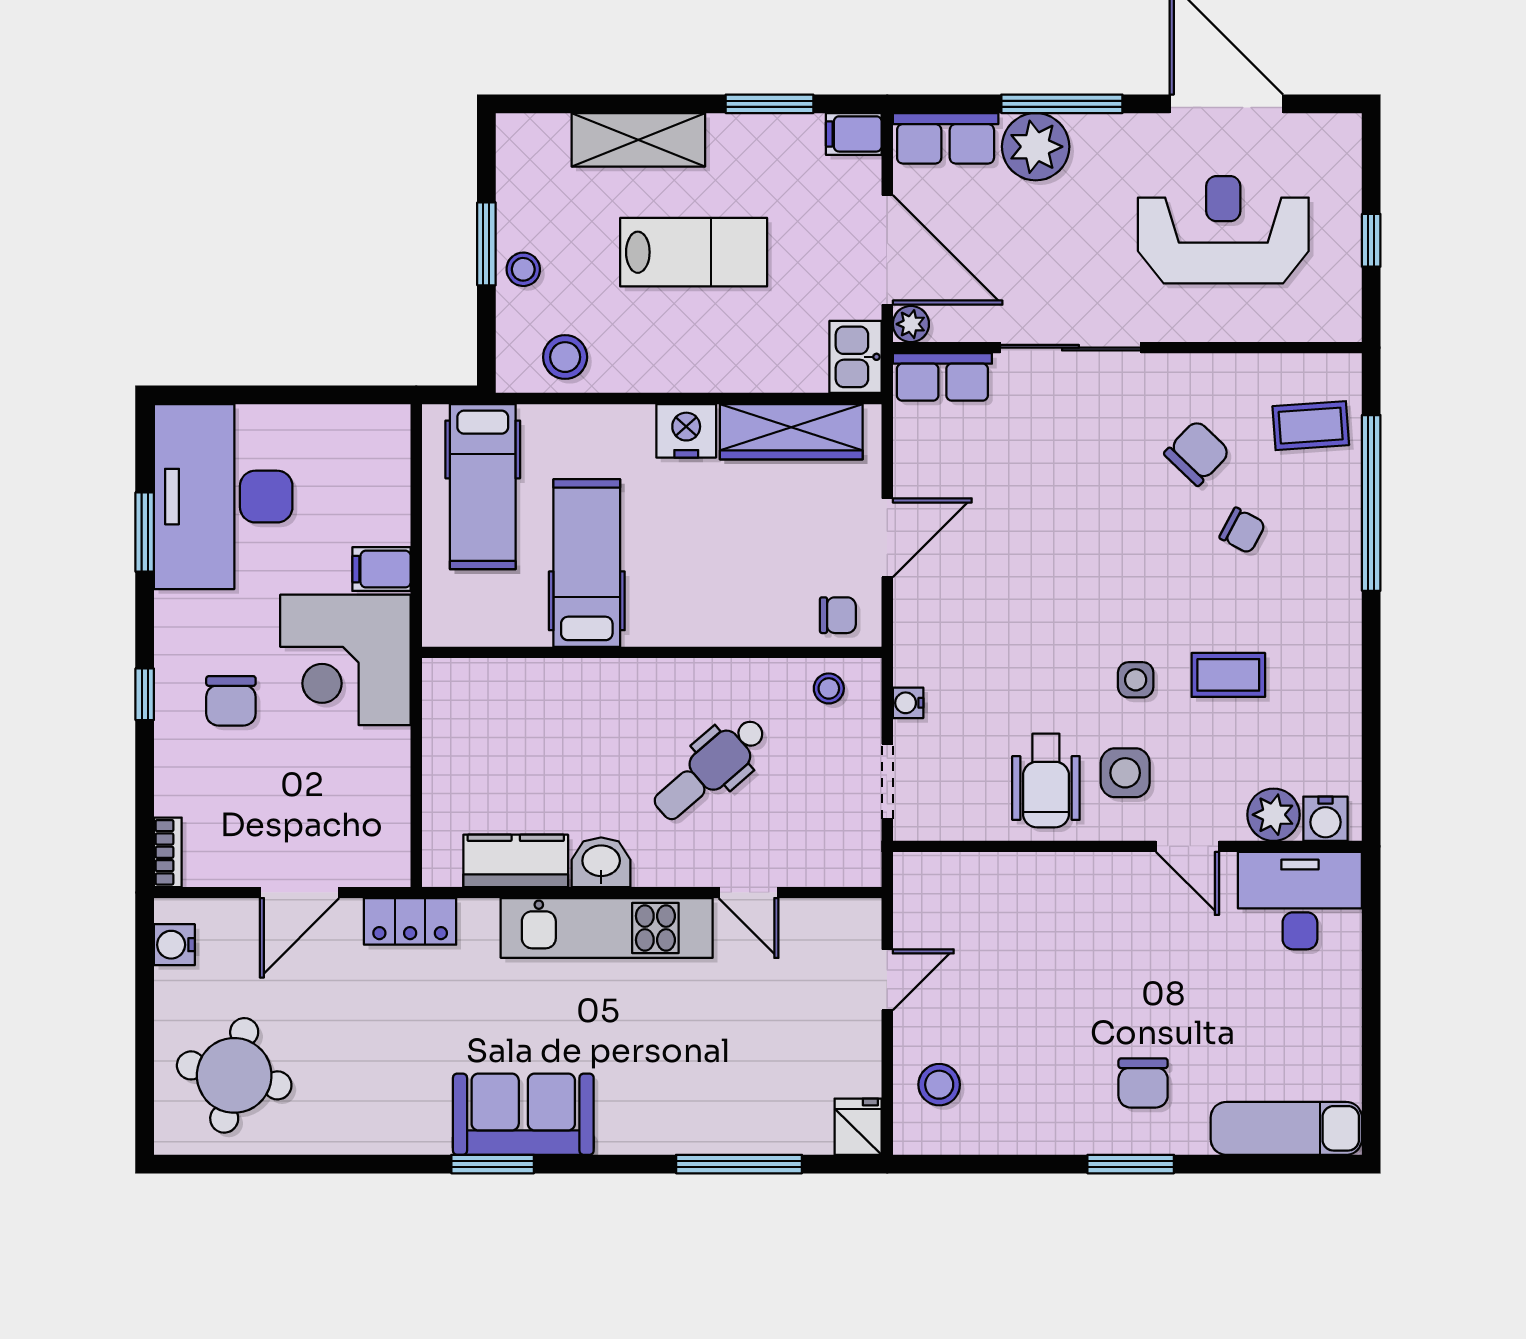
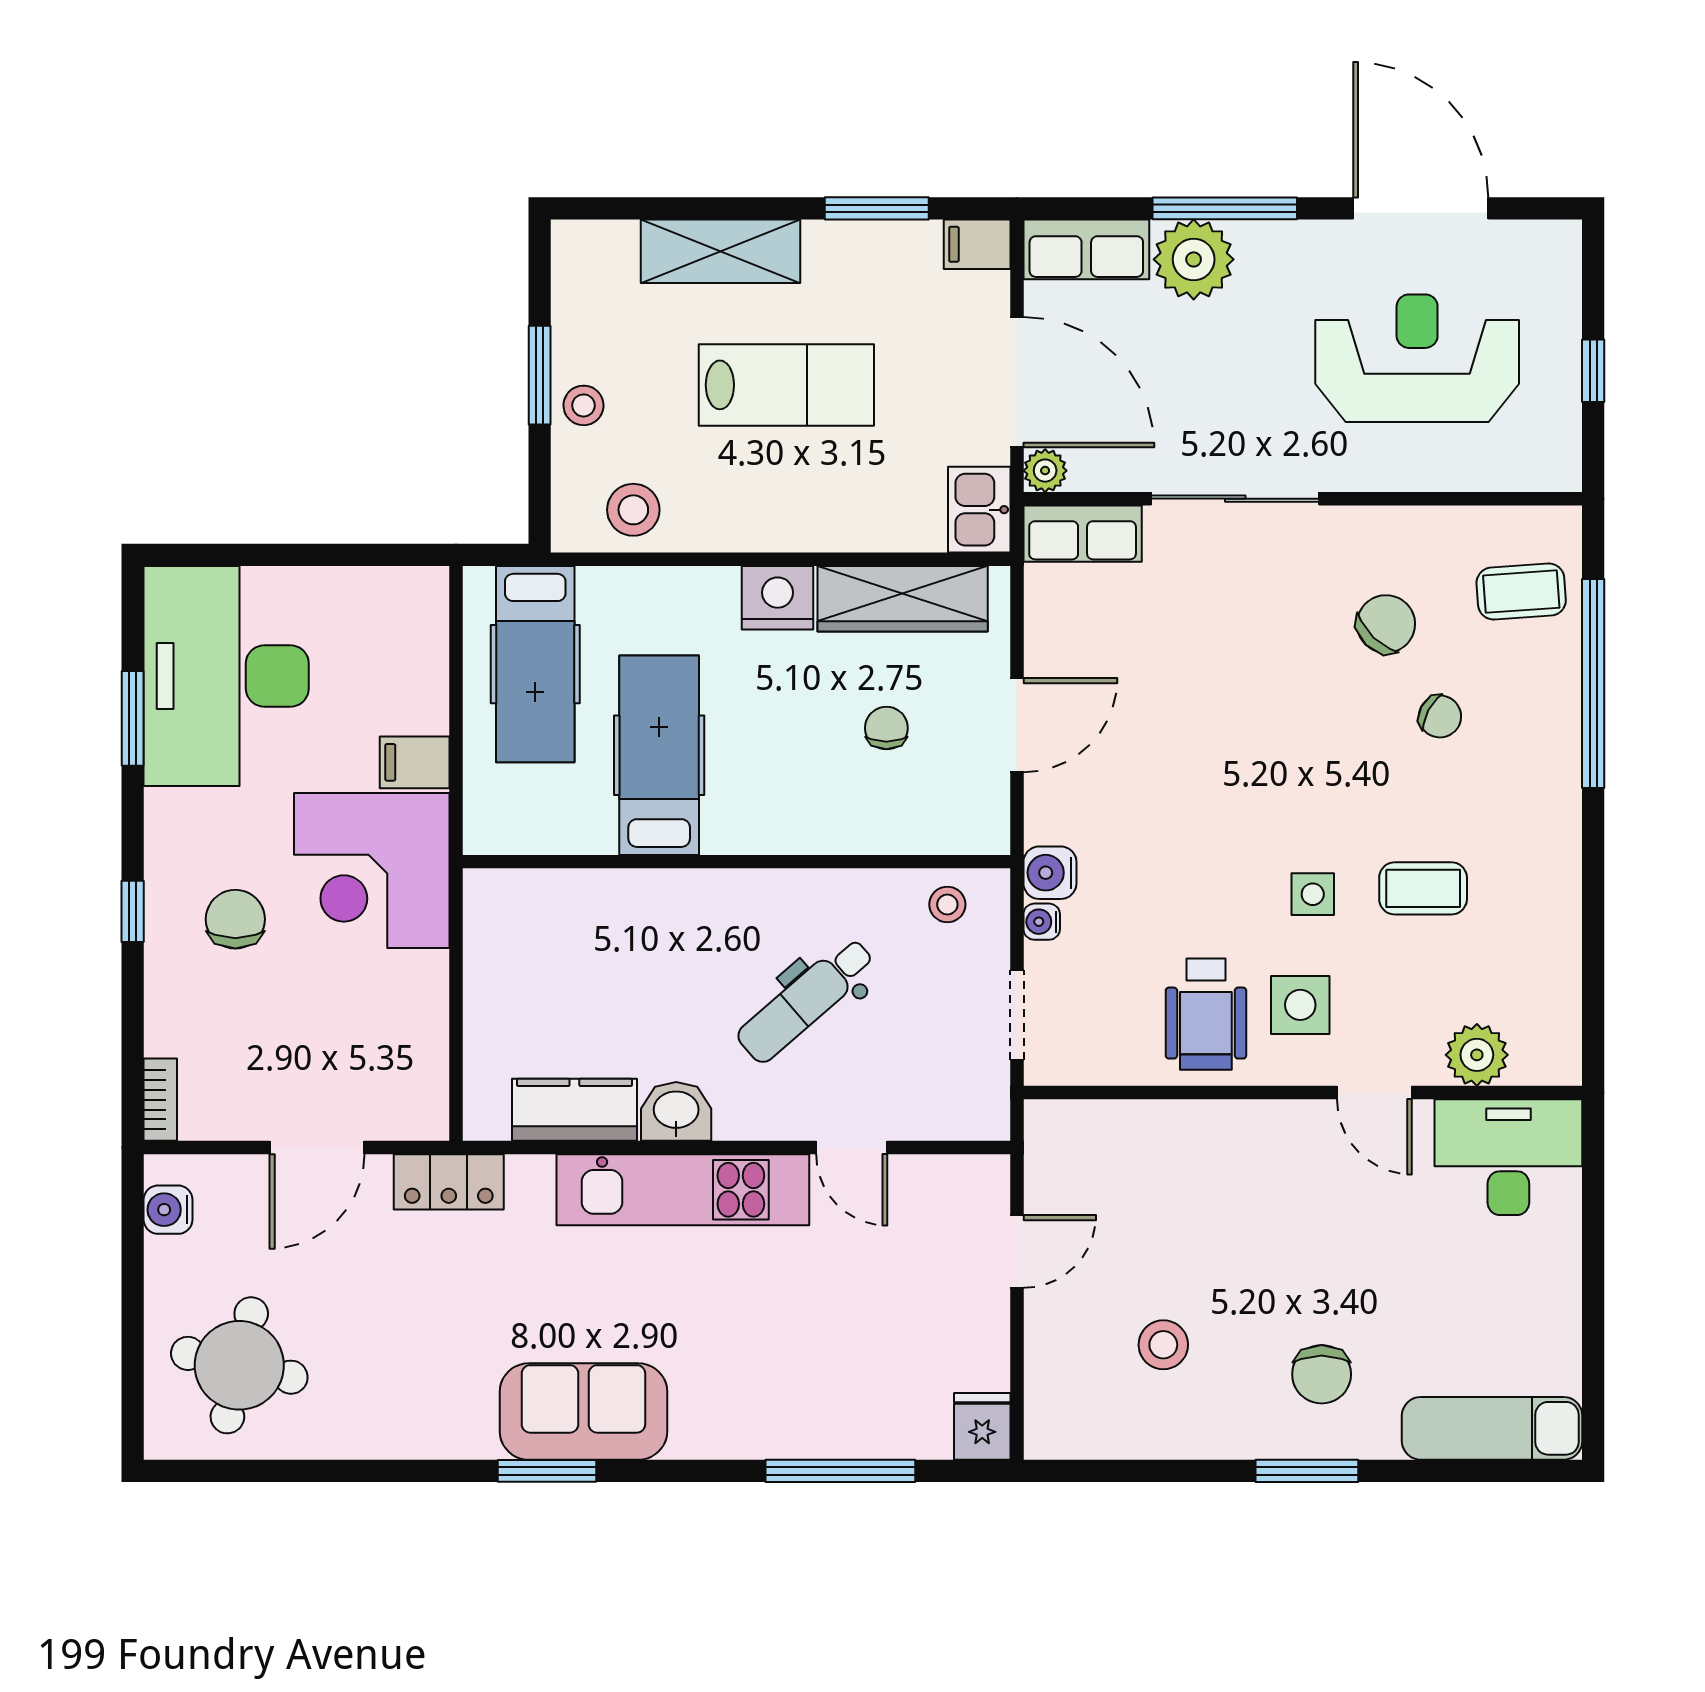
chair: (838, 615) -> (886, 728), moved, turned -90
chair: (231, 701) -> (235, 919), turned 180
water cooler: (1325, 819) -> (1050, 873), moved, turned 90
stool: (939, 1085) -> (1163, 1345), moved

